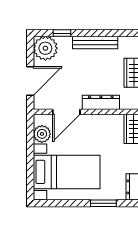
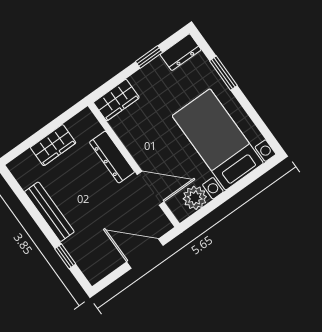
plant: (45, 48) -> (96, 263), removed

